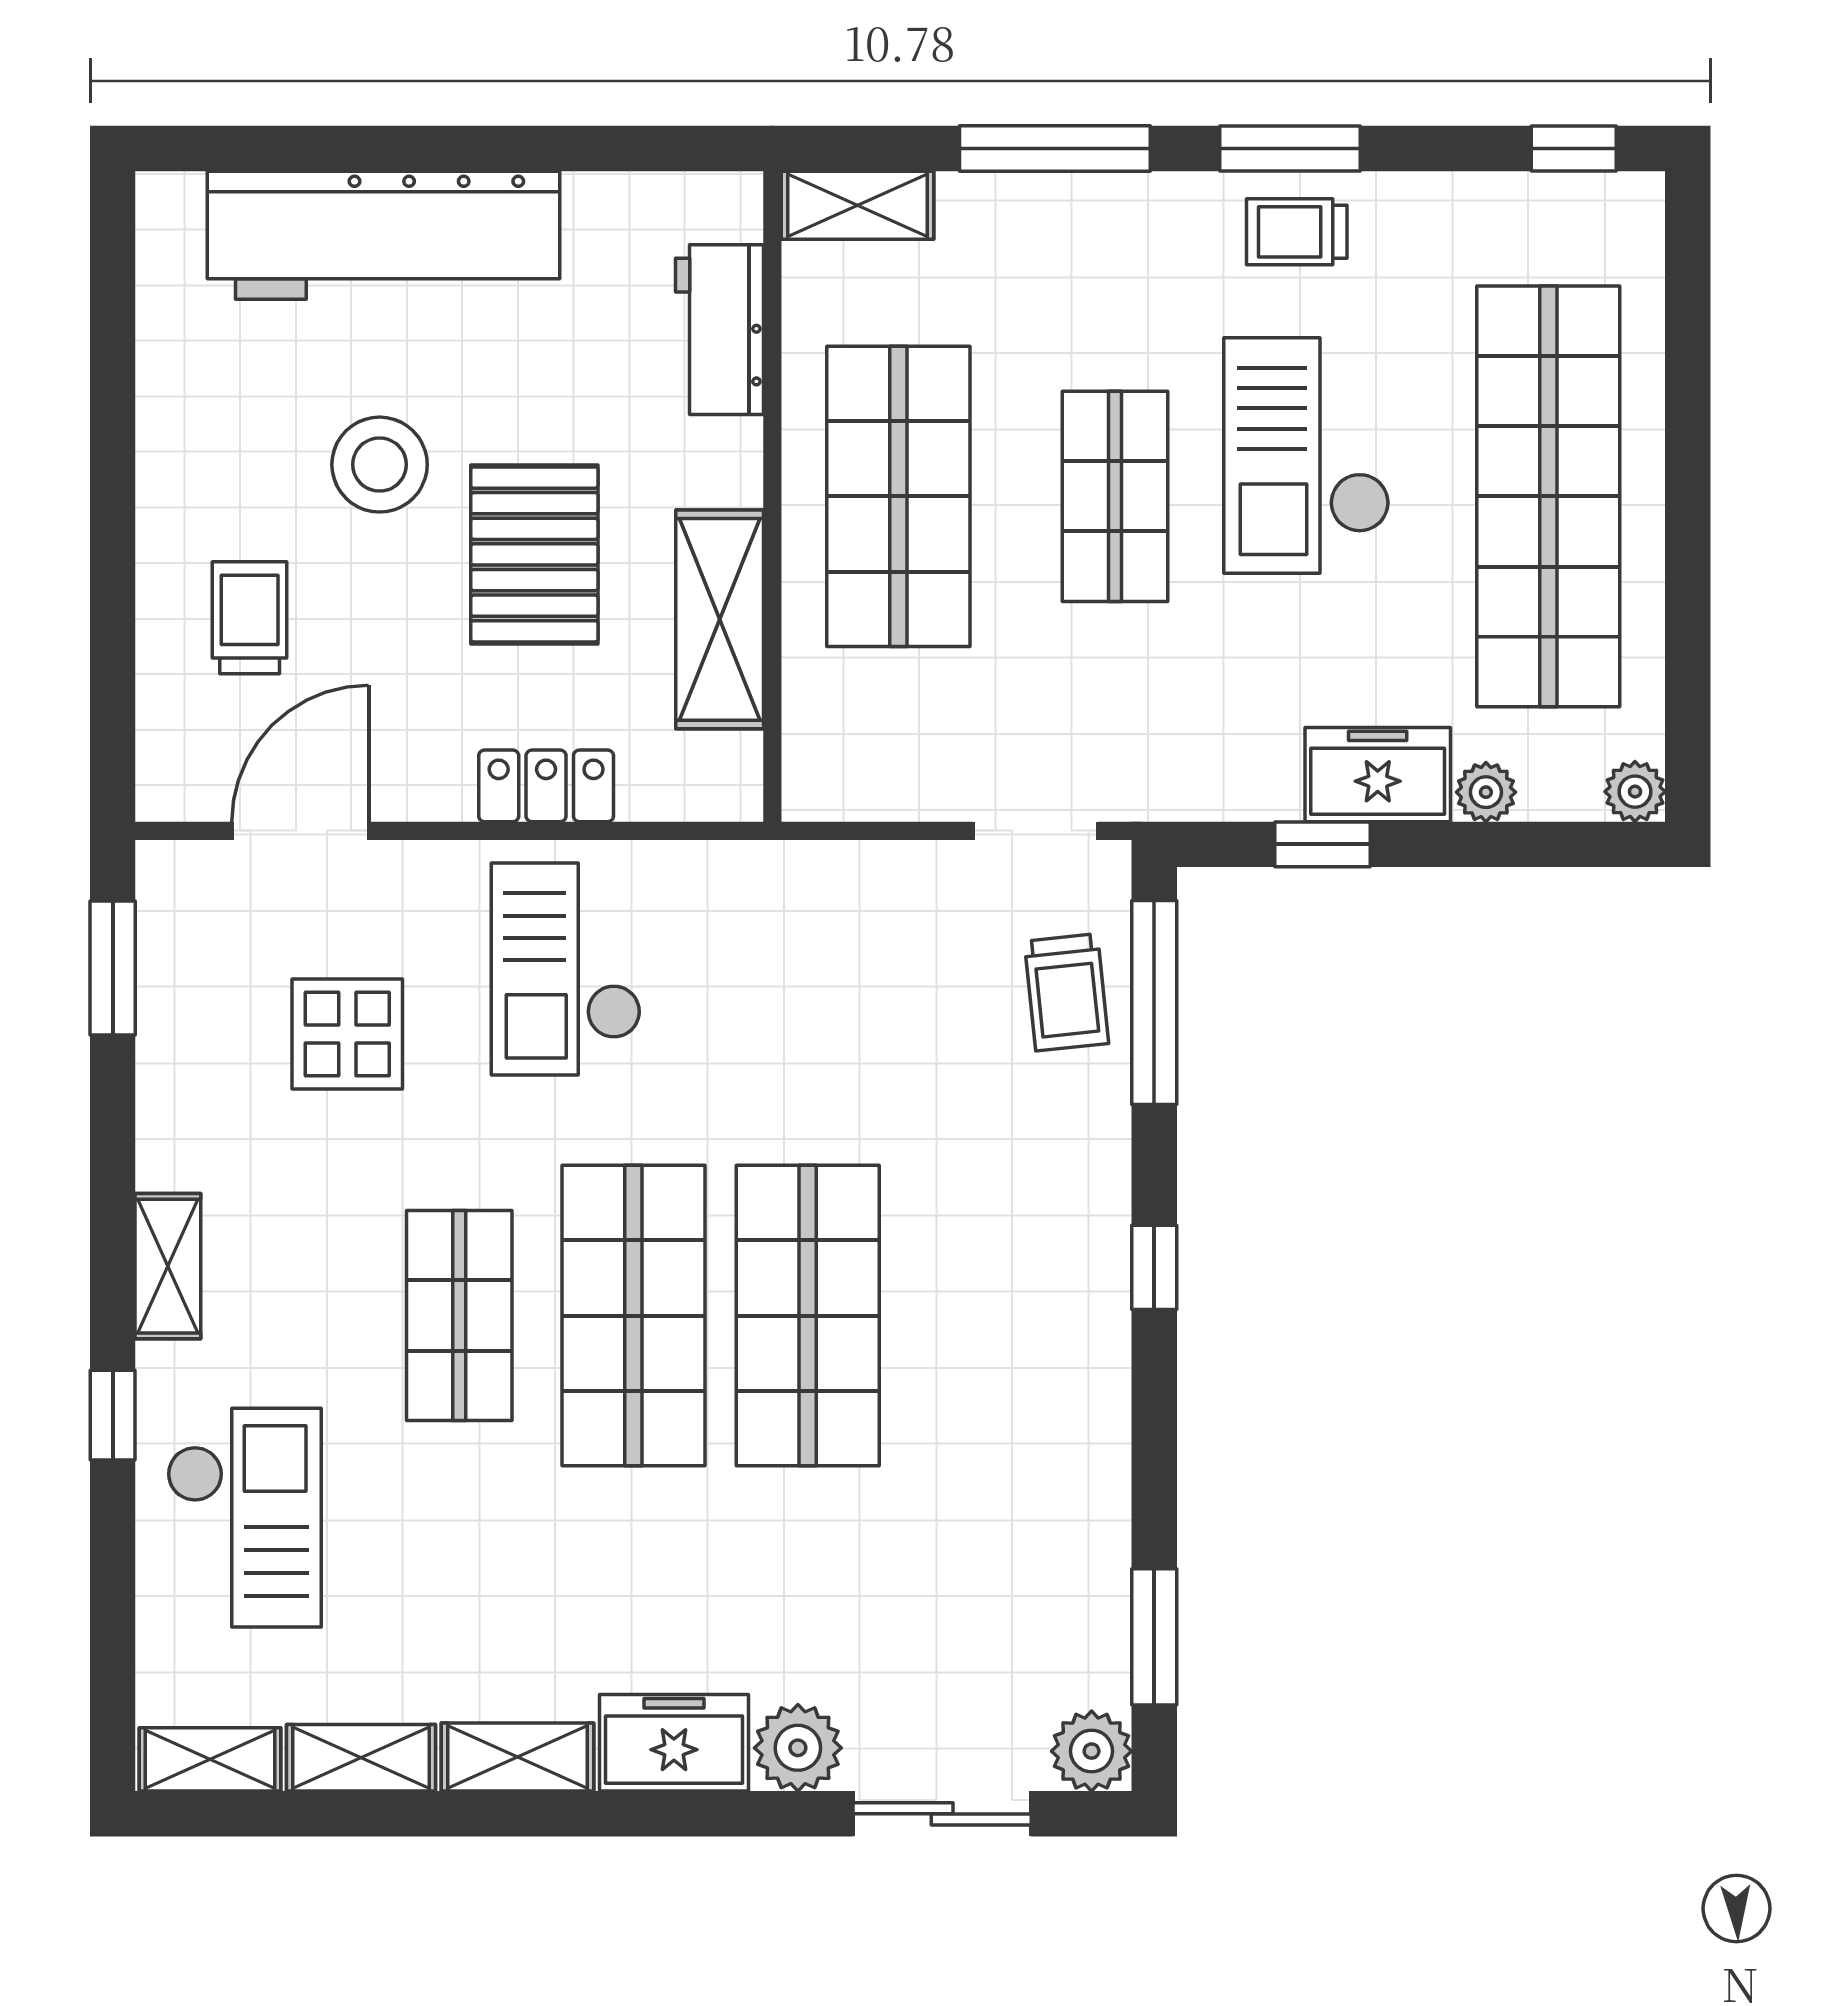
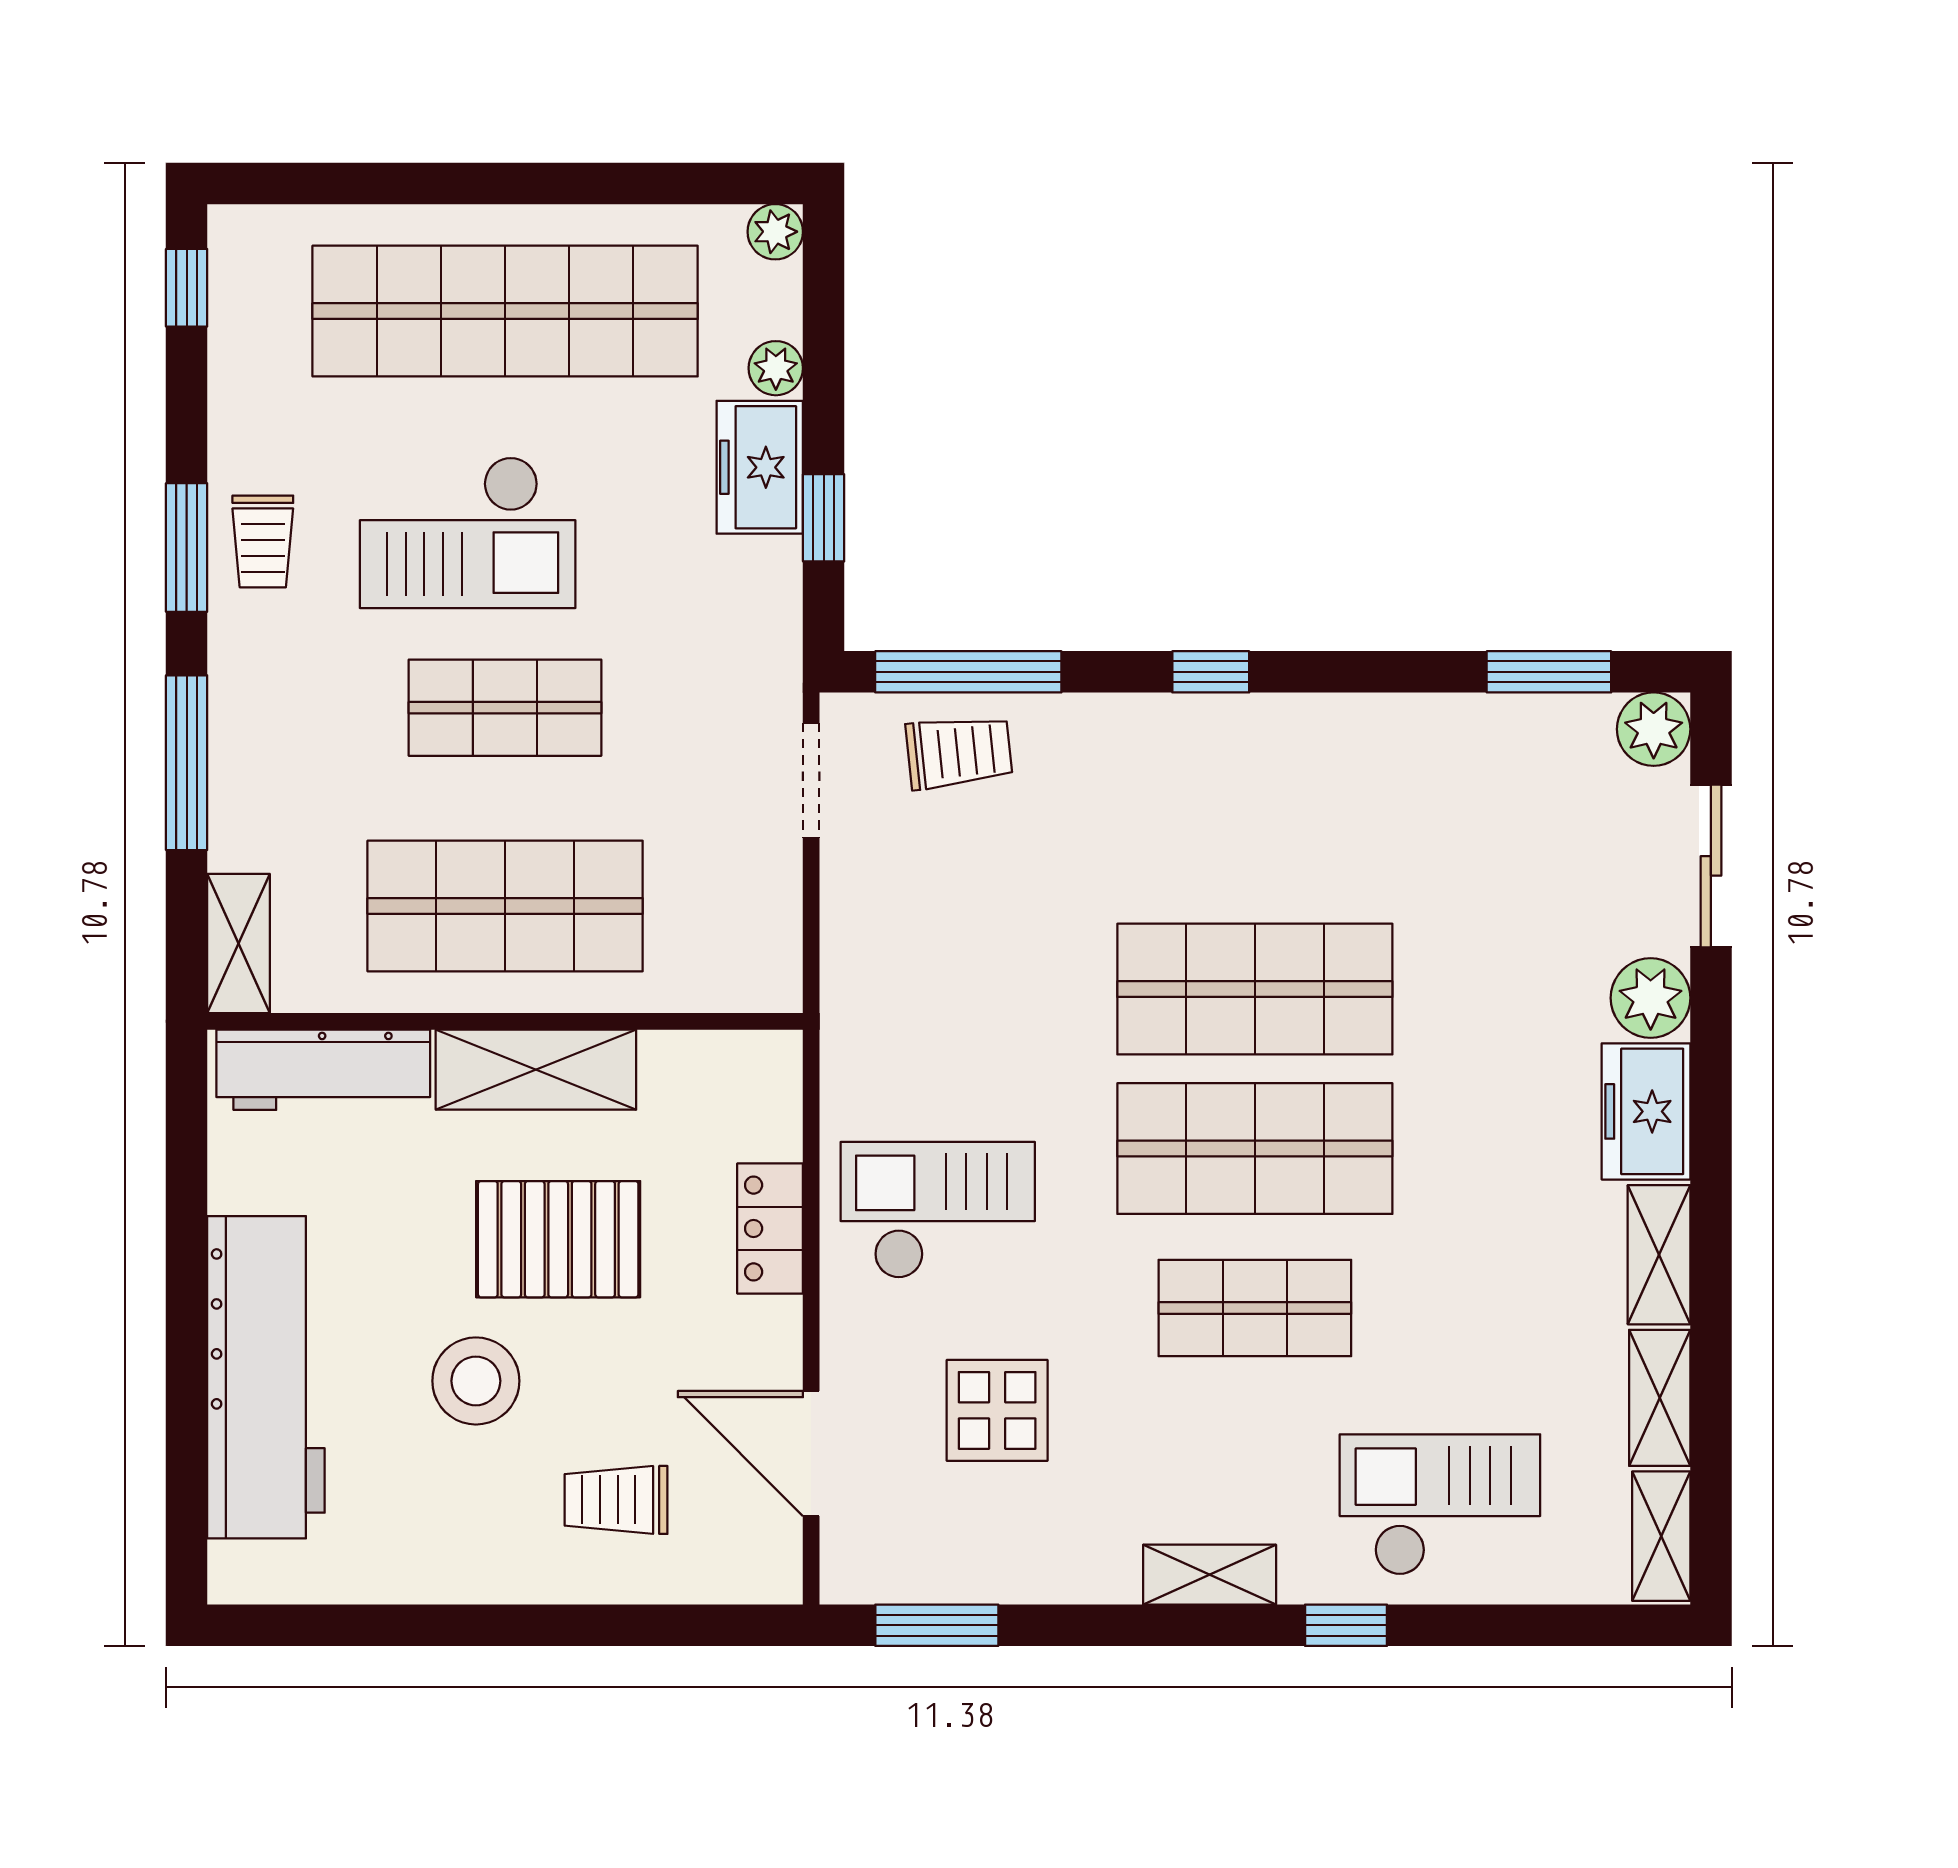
workbench: (720, 330) -> (323, 1070), width x1.38
shelving: (720, 619) -> (536, 1070), moved
checkout: (566, 969) -> (938, 1210), turned 180

